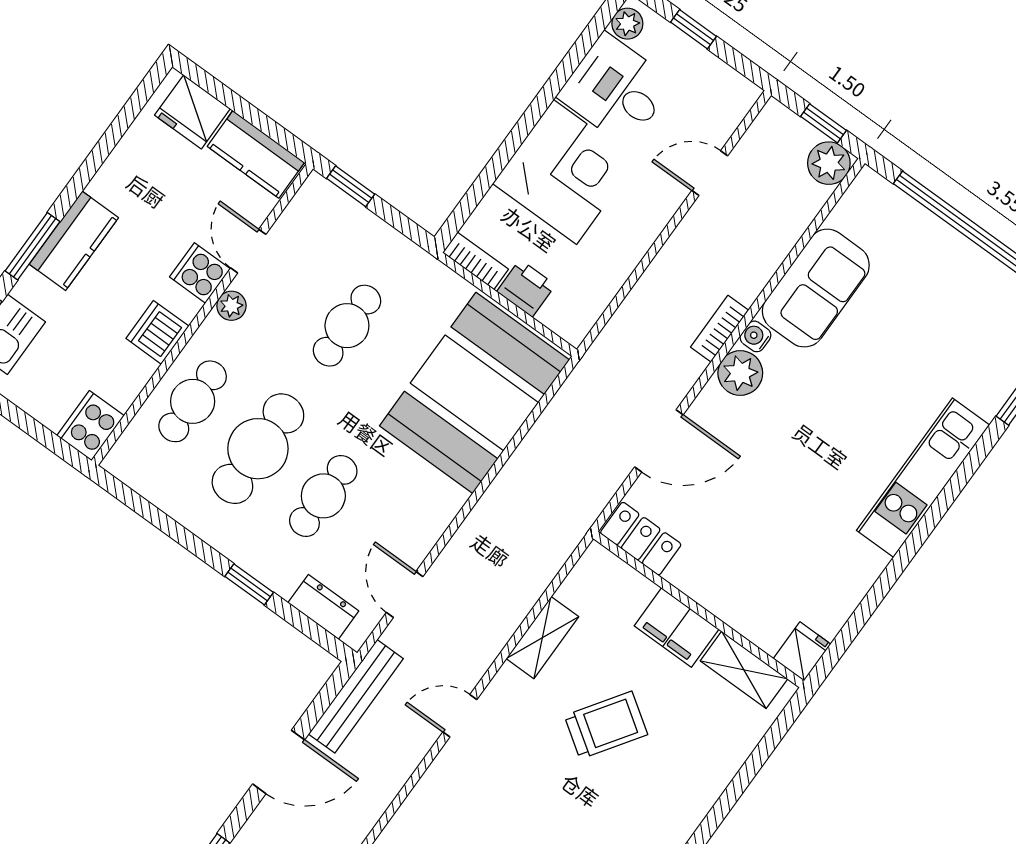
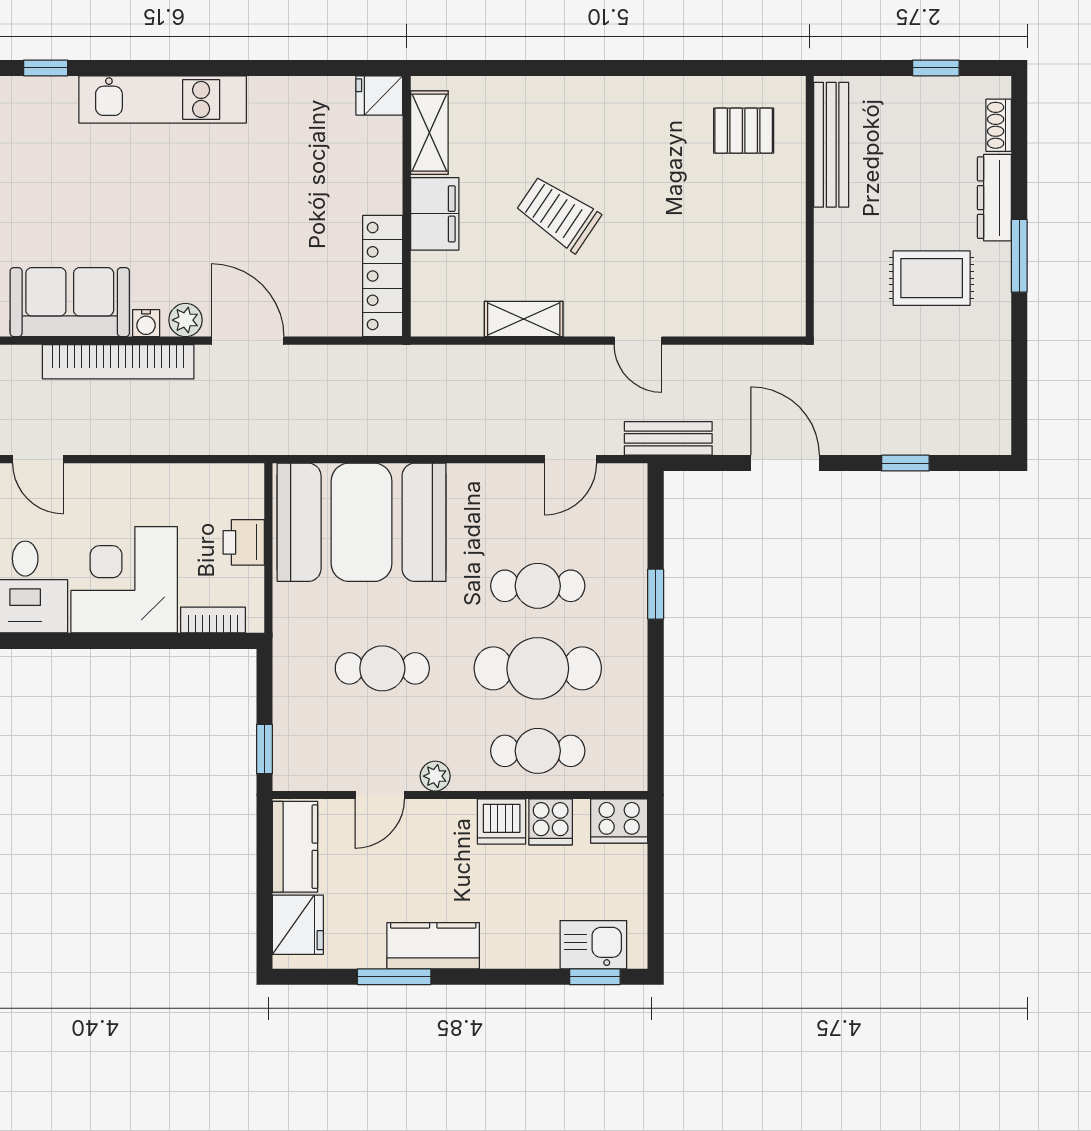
kitchen counter: (74, 241) -> (433, 946), moved
window: (32, 246) -> (394, 977), moved
bookcase: (476, 261) -> (213, 620), moved, turned 90
cooker: (200, 273) -> (551, 822), moved
bookcase: (720, 329) -> (118, 362), width x2.31, depth x1.31
plant: (740, 373) -> (186, 320), width x0.73, depth x0.73
door: (659, 441) -> (247, 341), moved
locker: (641, 539) -> (383, 276), width x1.53
dresser: (323, 607) -> (630, 519), removed
bench: (356, 696) -> (668, 438), width x0.73

